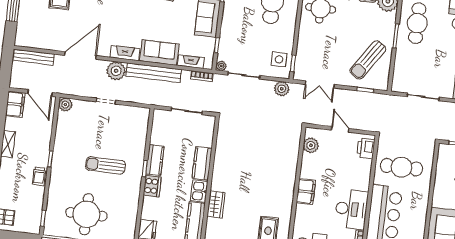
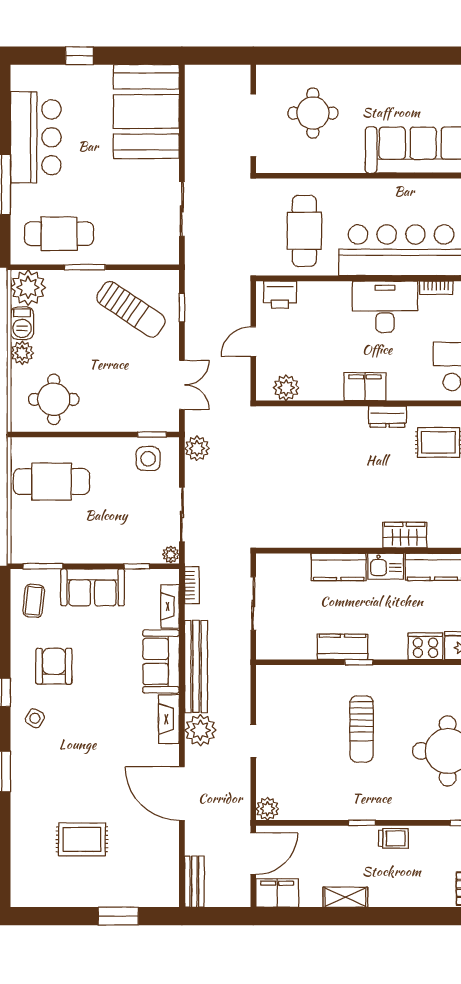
bench: (33, 57) -> (194, 882), width x0.73
cooker: (152, 186) -> (425, 646), moved
dresser: (287, 203) -> (387, 417), added

